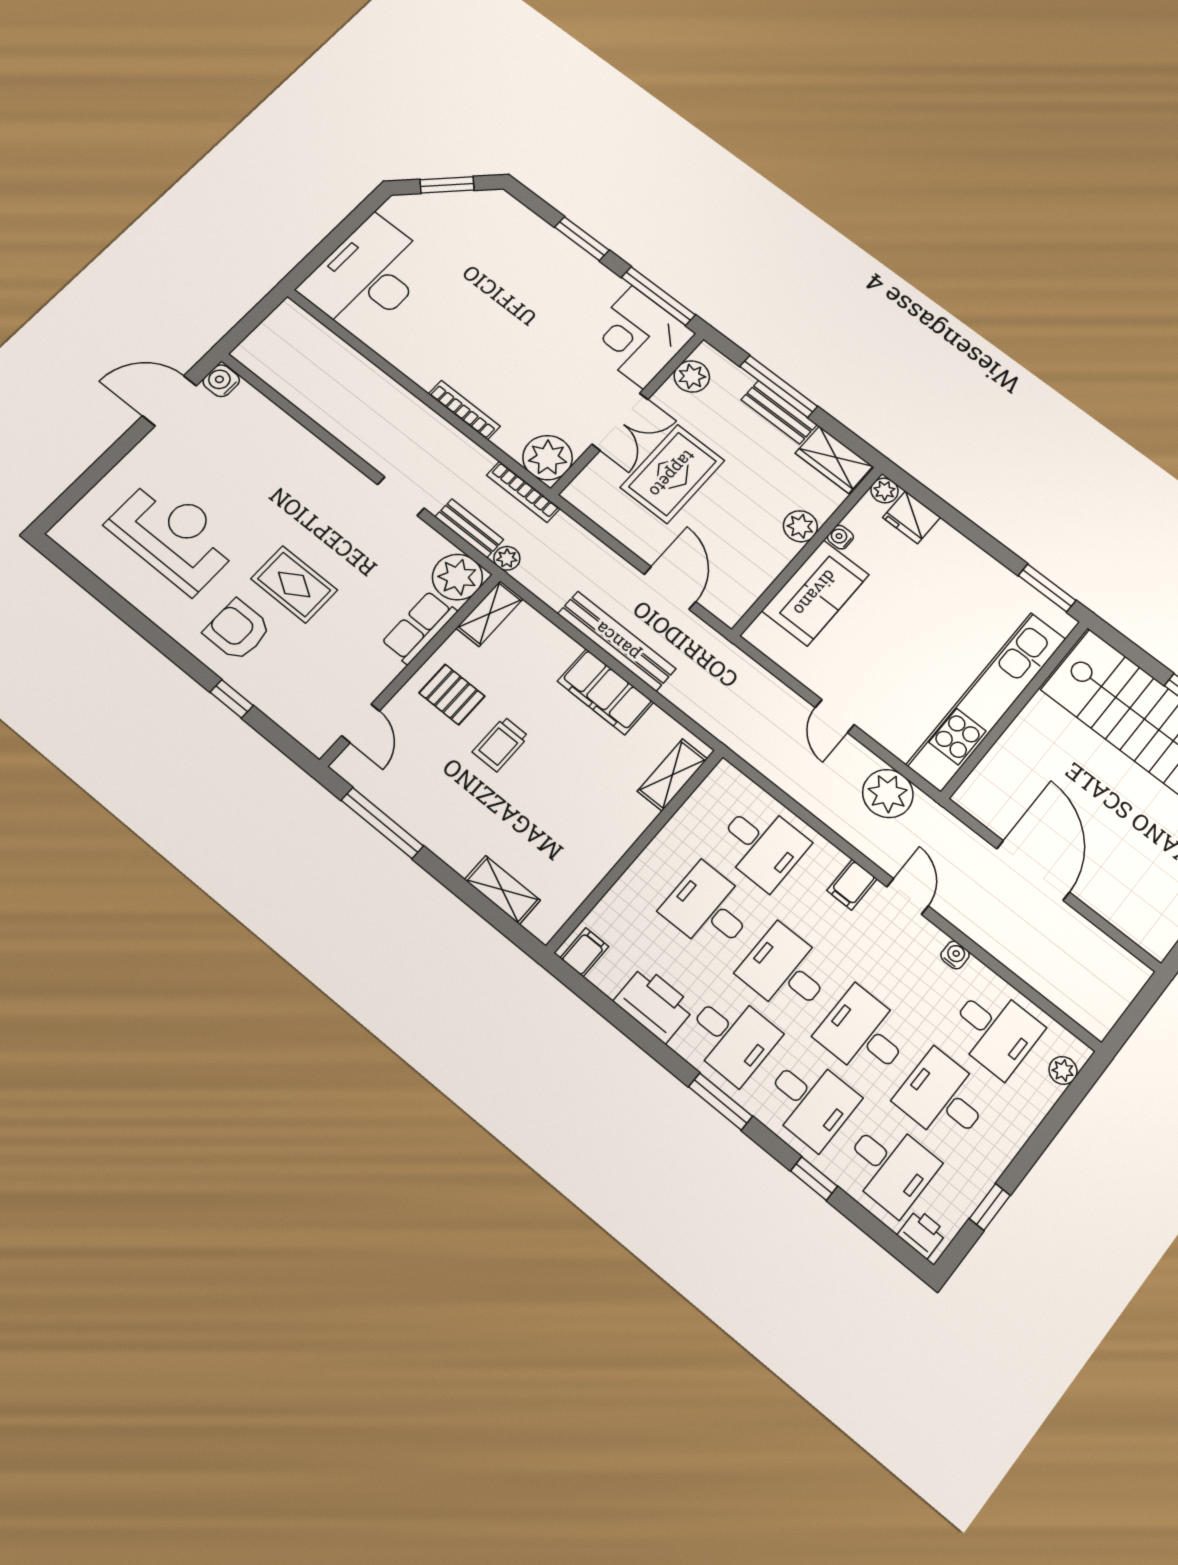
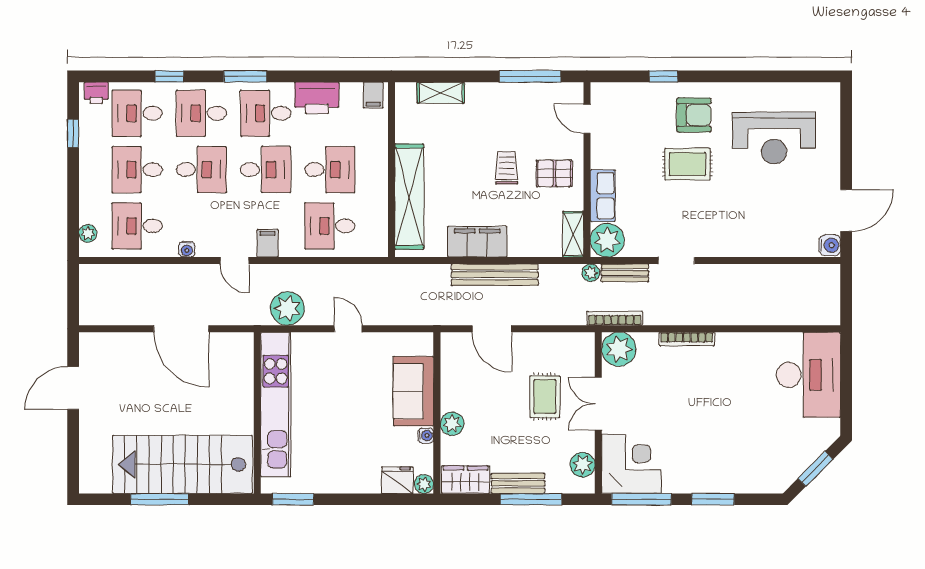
rug: (672, 474) -> (545, 397), width x0.73, depth x0.70
shelving: (672, 775) -> (409, 197), width x2.20, depth x1.33
desk: (943, 1098) -> (137, 170), turned 180

